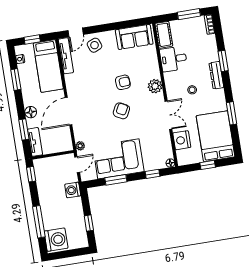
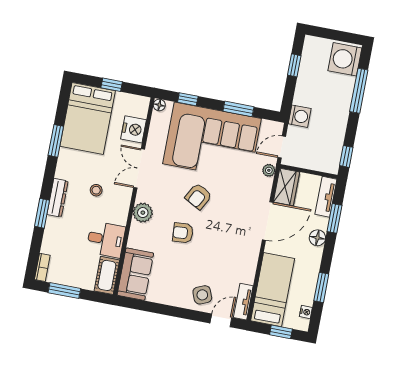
sofa: (134, 37) -> (135, 274), moved, turned 90
tv unit: (66, 56) -> (243, 302), width x0.71
wardrobe: (64, 139) -> (286, 187), added
corner sofa: (118, 159) -> (212, 141), width x1.36, depth x1.36

